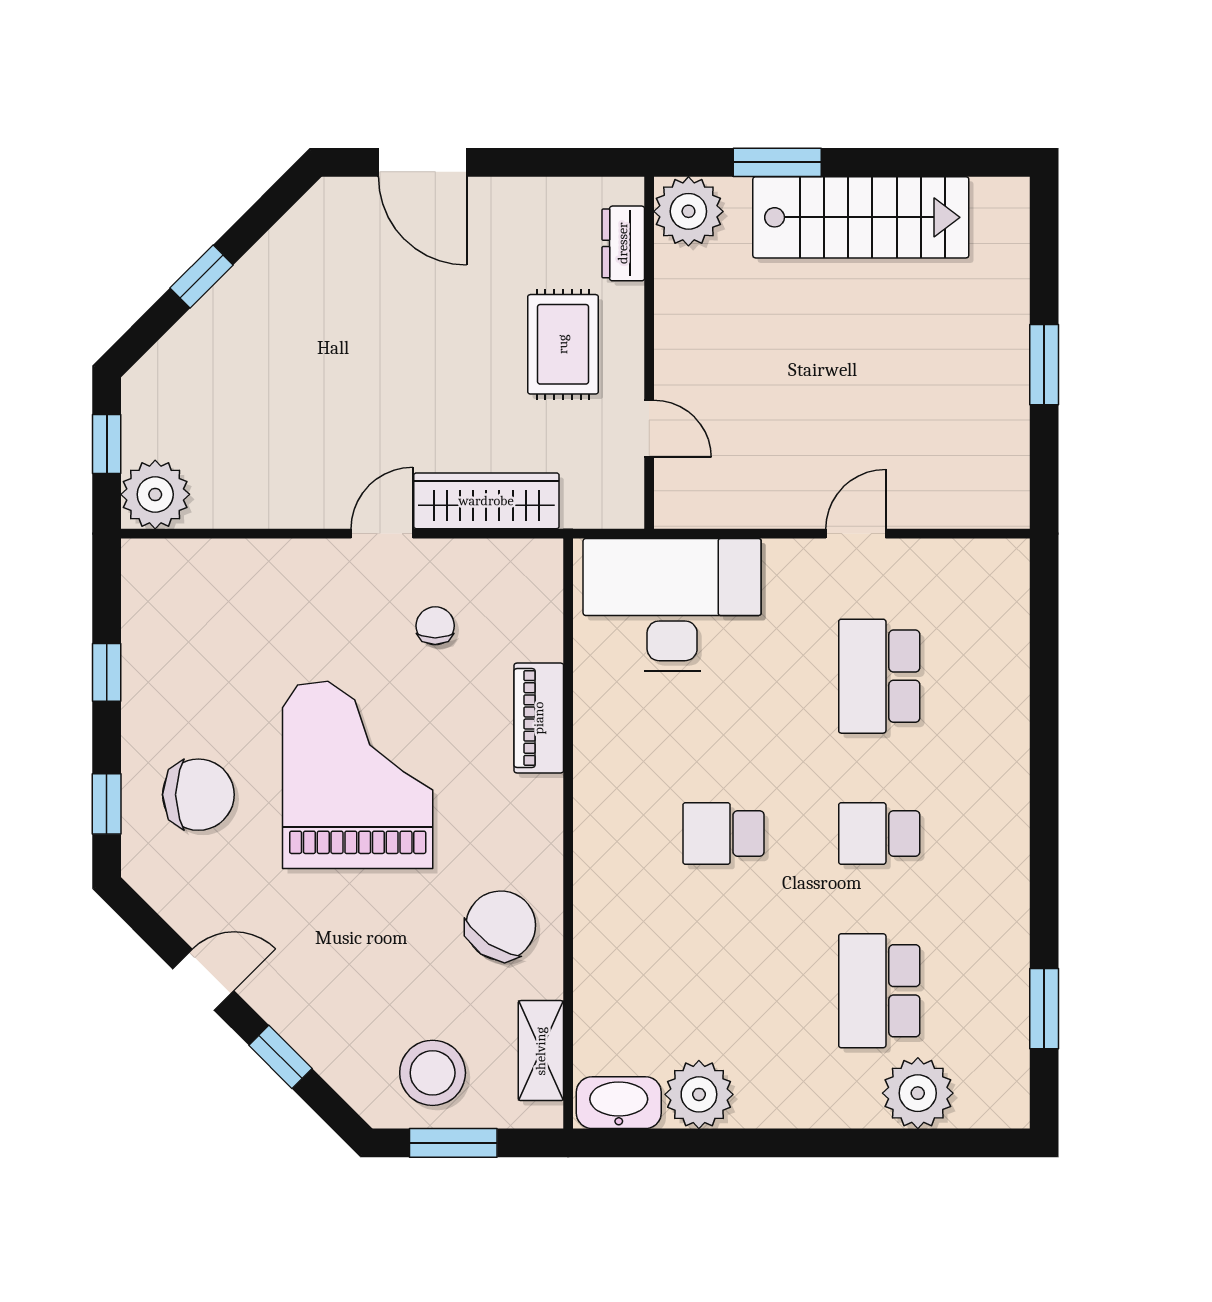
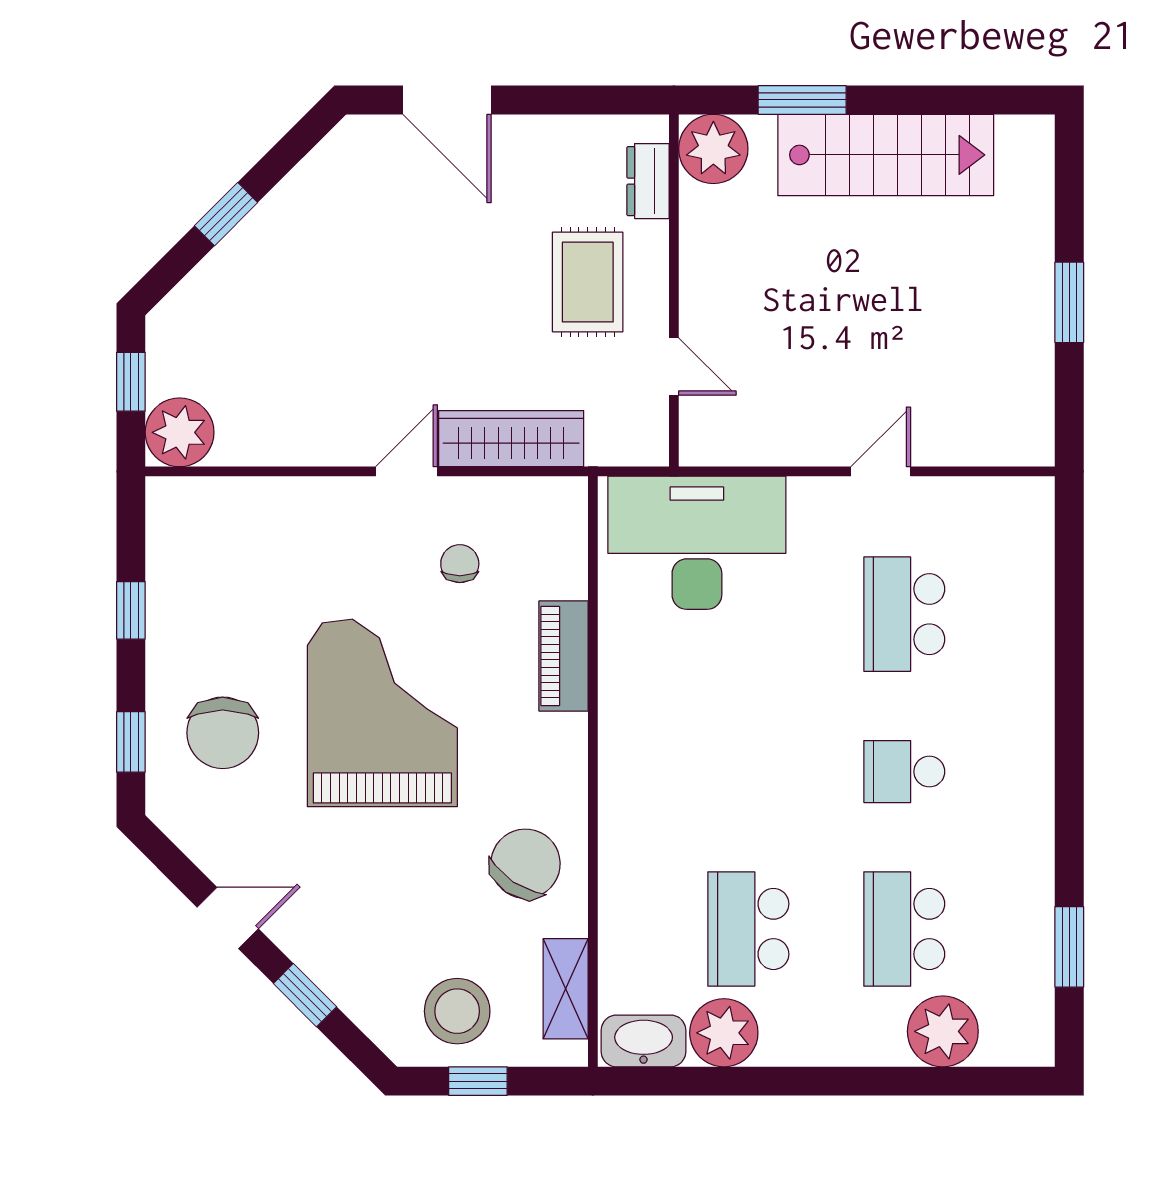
chair: (198, 795) -> (223, 733), turned 90
school desk: (723, 833) -> (748, 929), moved, width x1.85
window: (453, 1143) -> (478, 1081), width x0.67

